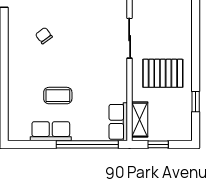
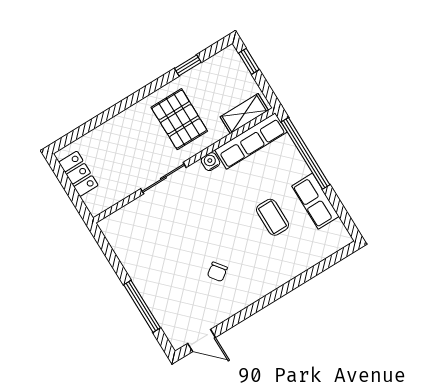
water cooler: (121, 77) -> (210, 162), added
row of seats: (118, 122) -> (251, 141), width x1.48
window: (158, 144) -> (249, 61), moved

